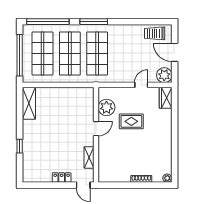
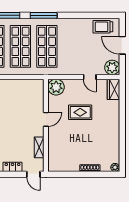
door: (141, 85) -> (90, 77), swing flipped
plant: (106, 107) -> (56, 87), moved

